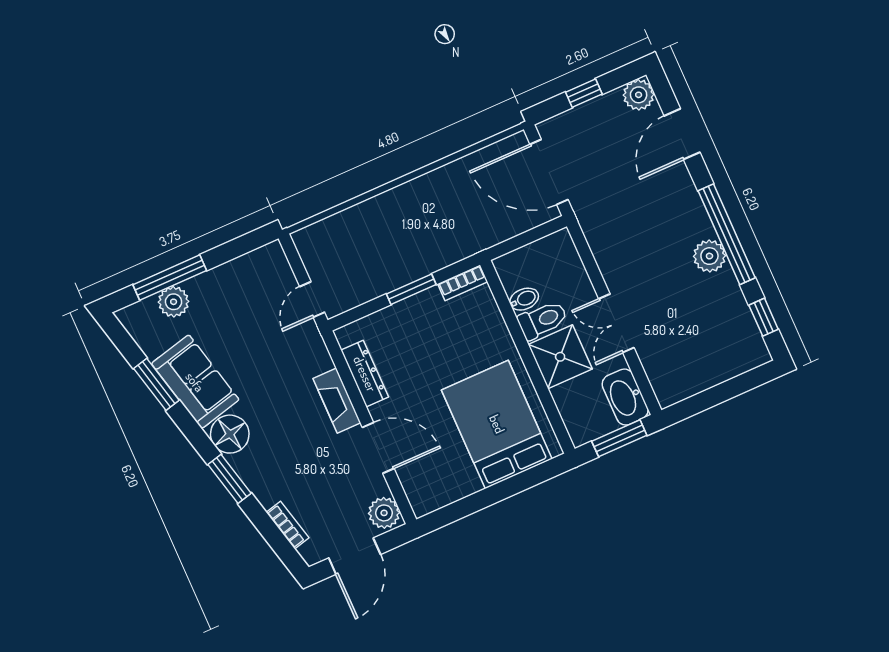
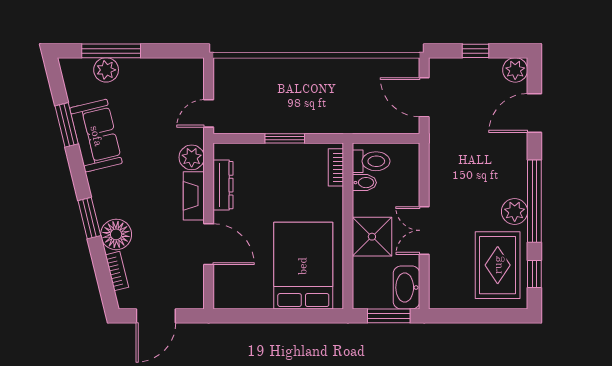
door: (549, 172) -> (424, 97), width x0.73
bookcase: (463, 283) -> (336, 167), moved, turned 90
toilet: (543, 320) -> (371, 161), moved
rug: (717, 325) -> (498, 265), added
floor lamp: (230, 434) -> (116, 234), moved
plant: (384, 513) -> (192, 157), moved

